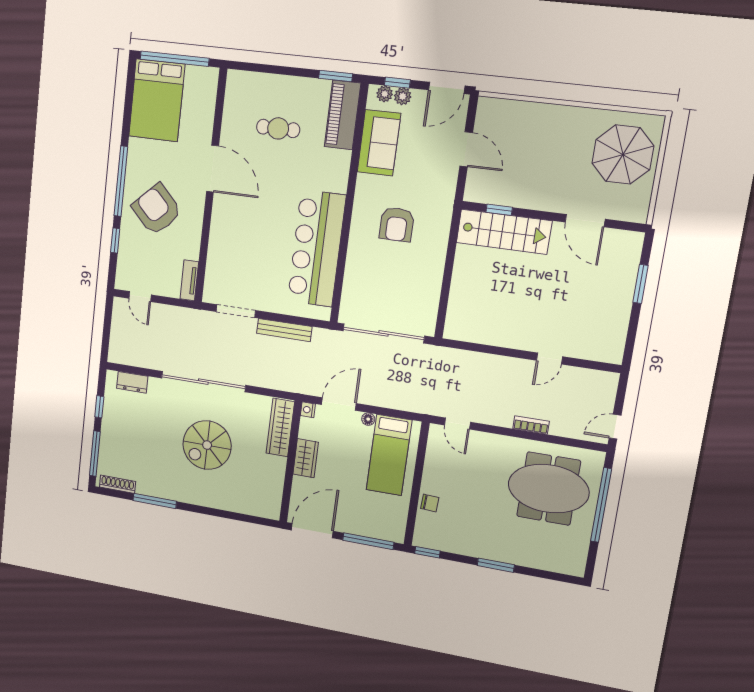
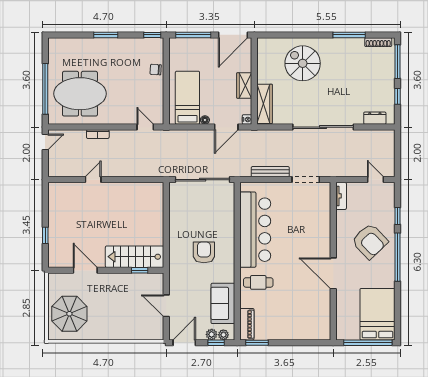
piano: (342, 115) -> (247, 324), width x0.73, depth x0.75
cafe table: (278, 128) -> (258, 282), moved
window: (641, 284) -> (45, 235), width x0.67
spiral stairs: (207, 445) -> (303, 63), moved, turned -90

